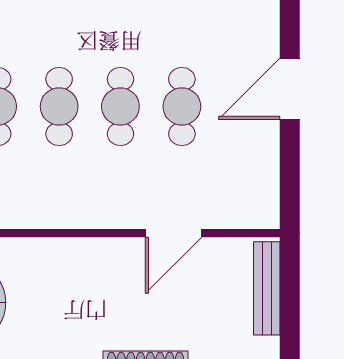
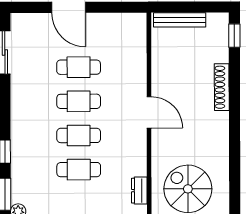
door: (174, 233) -> (149, 112), moved

